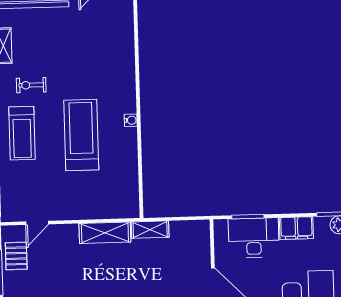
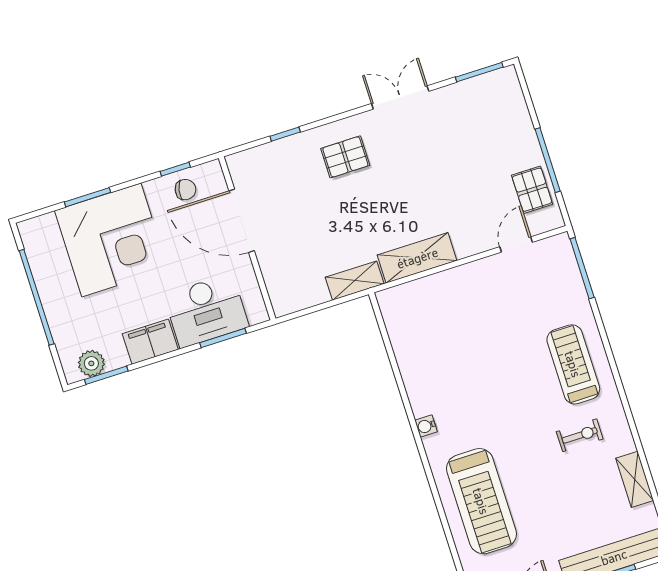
treadmill: (81, 135) -> (481, 501), moved

